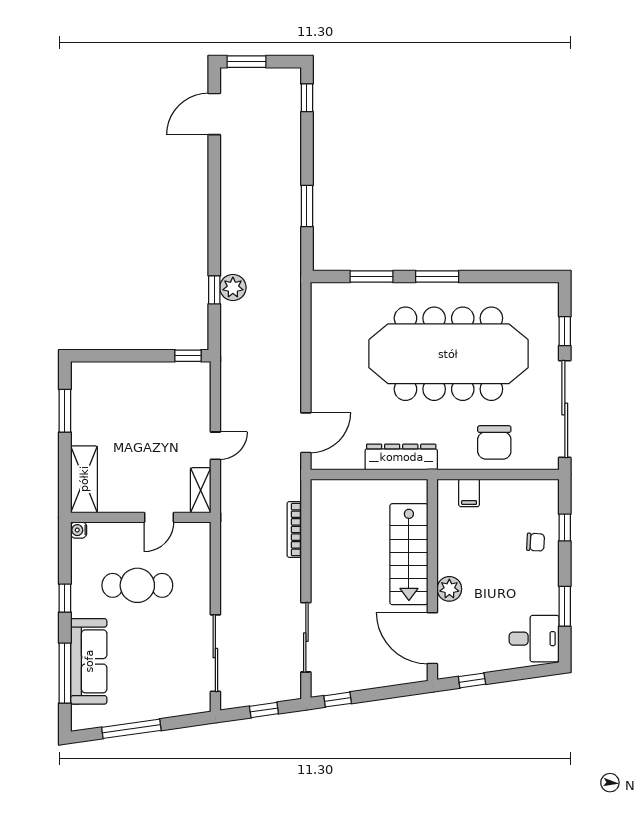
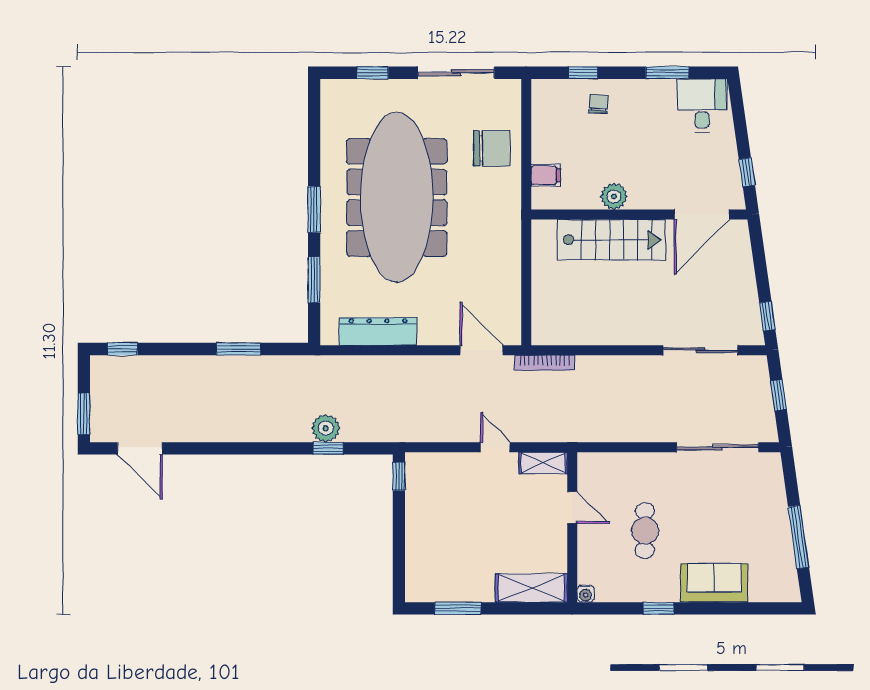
sliding door: (565, 409) -> (456, 73), width x0.73
dresser: (401, 457) -> (378, 332), moved, turned 90
bookcase: (294, 530) -> (544, 363), moved
cafe table: (137, 585) -> (645, 531), width x0.73, depth x0.74
plant: (449, 589) -> (614, 196), moved
sofa: (89, 661) -> (714, 583), width x0.73
window: (65, 673) -> (739, 608), removed

